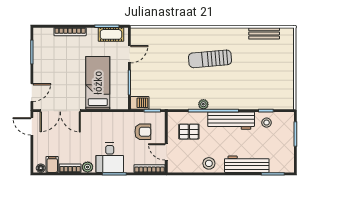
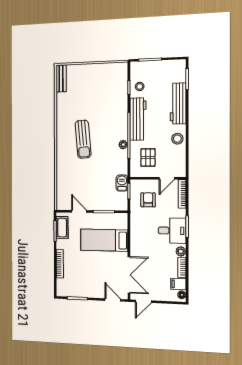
bench: (264, 33) -> (61, 78), moved
barbecue: (140, 103) -> (122, 183), moved

